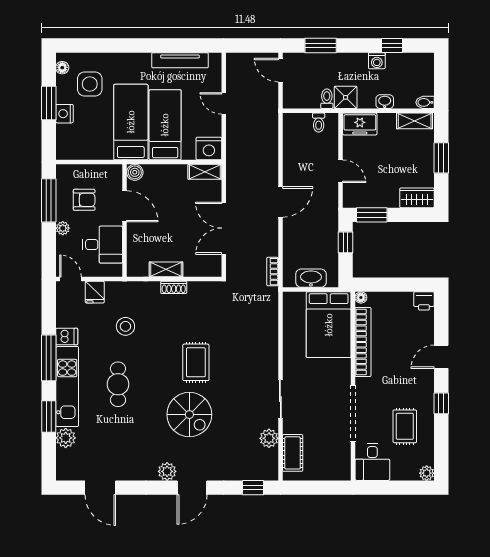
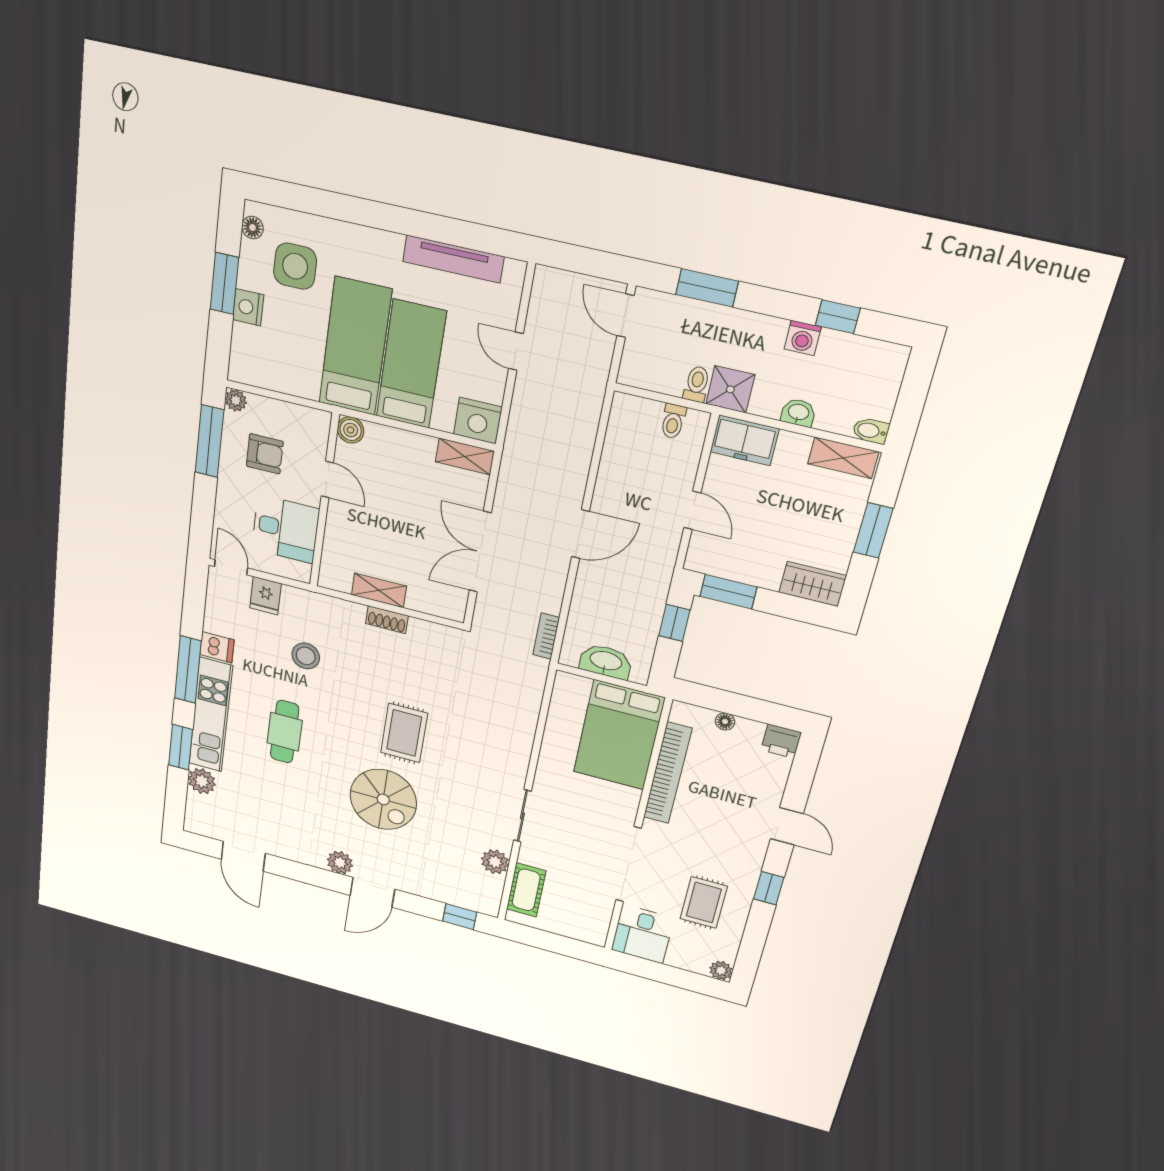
door: (125, 206) -> (327, 479), width x0.73
plant: (63, 228) -> (236, 400), moved
floor lamp: (361, 297) -> (725, 721), moved
door: (441, 357) -> (787, 826), swing flipped

